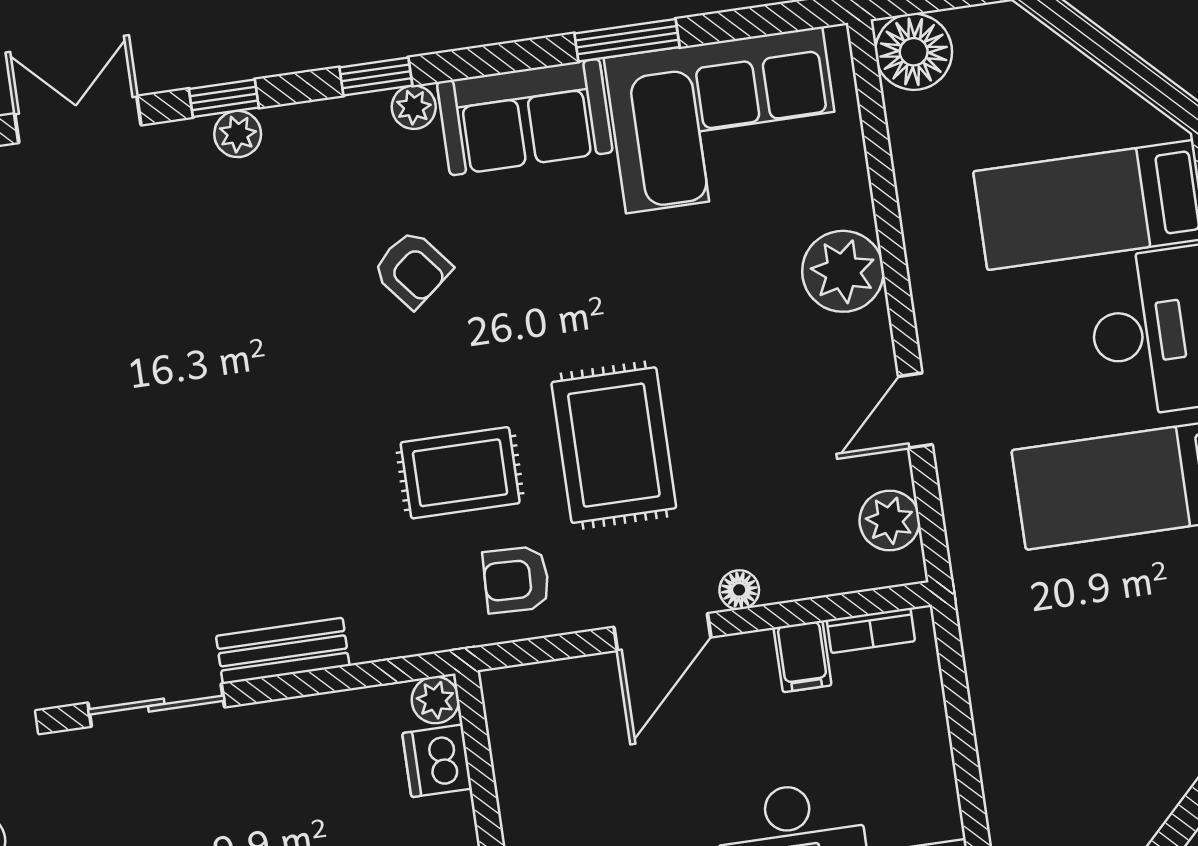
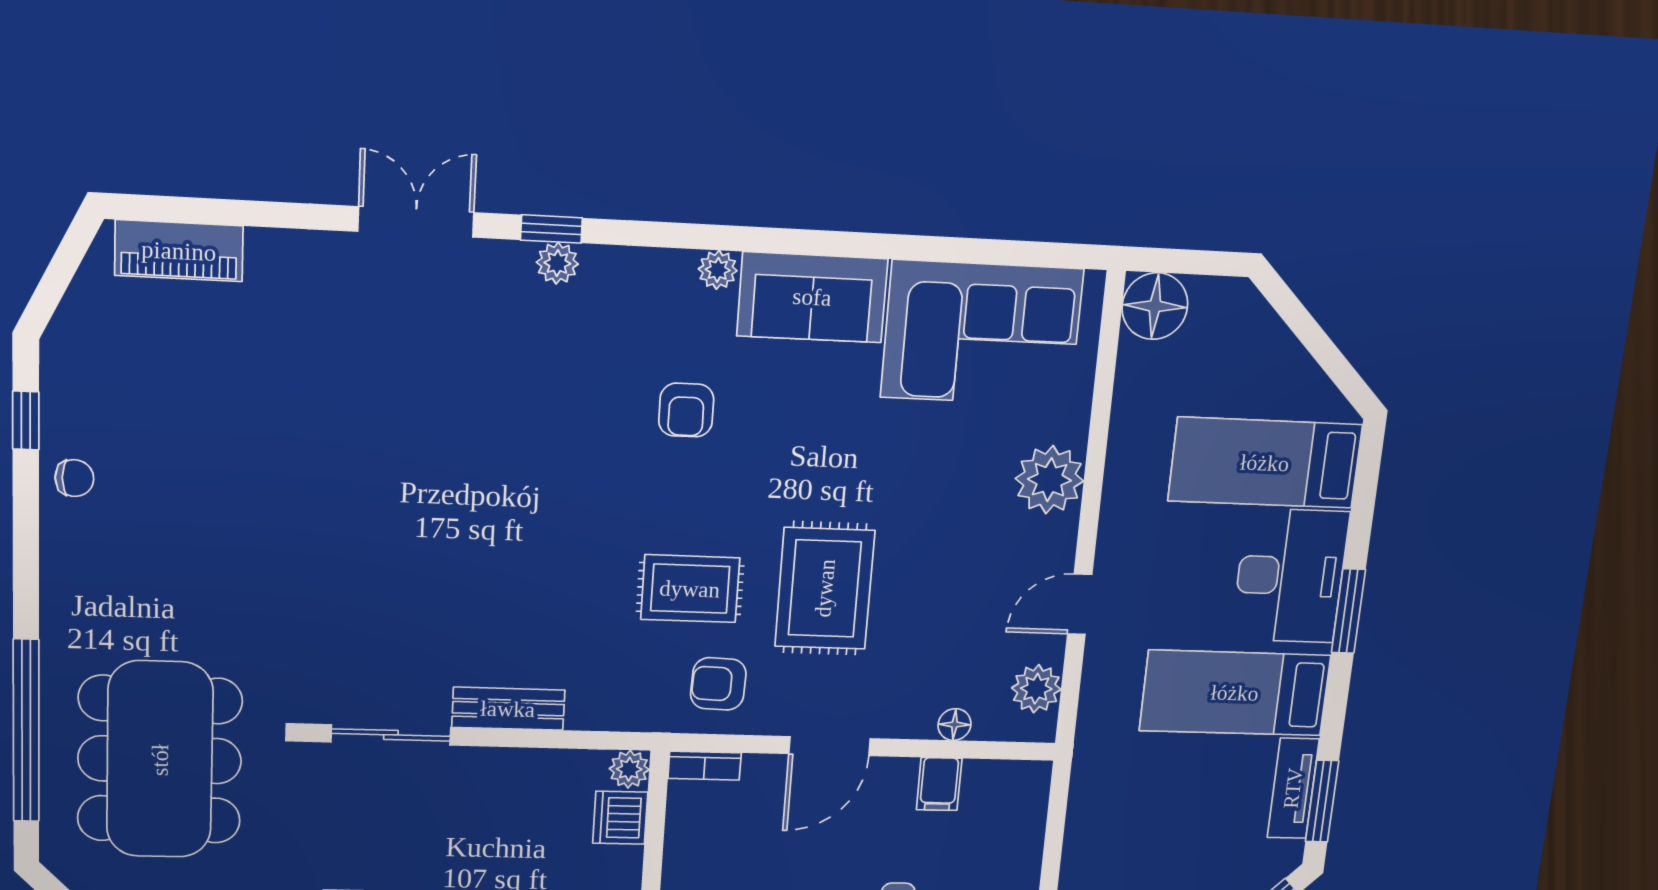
window: (627, 40) -> (916, 248), removed
window: (376, 76) -> (690, 236), removed
armchair: (412, 269) -> (686, 410), turned 39
floor lamp: (739, 590) -> (954, 725), moved
bookcase: (871, 630) -> (705, 766), moved

